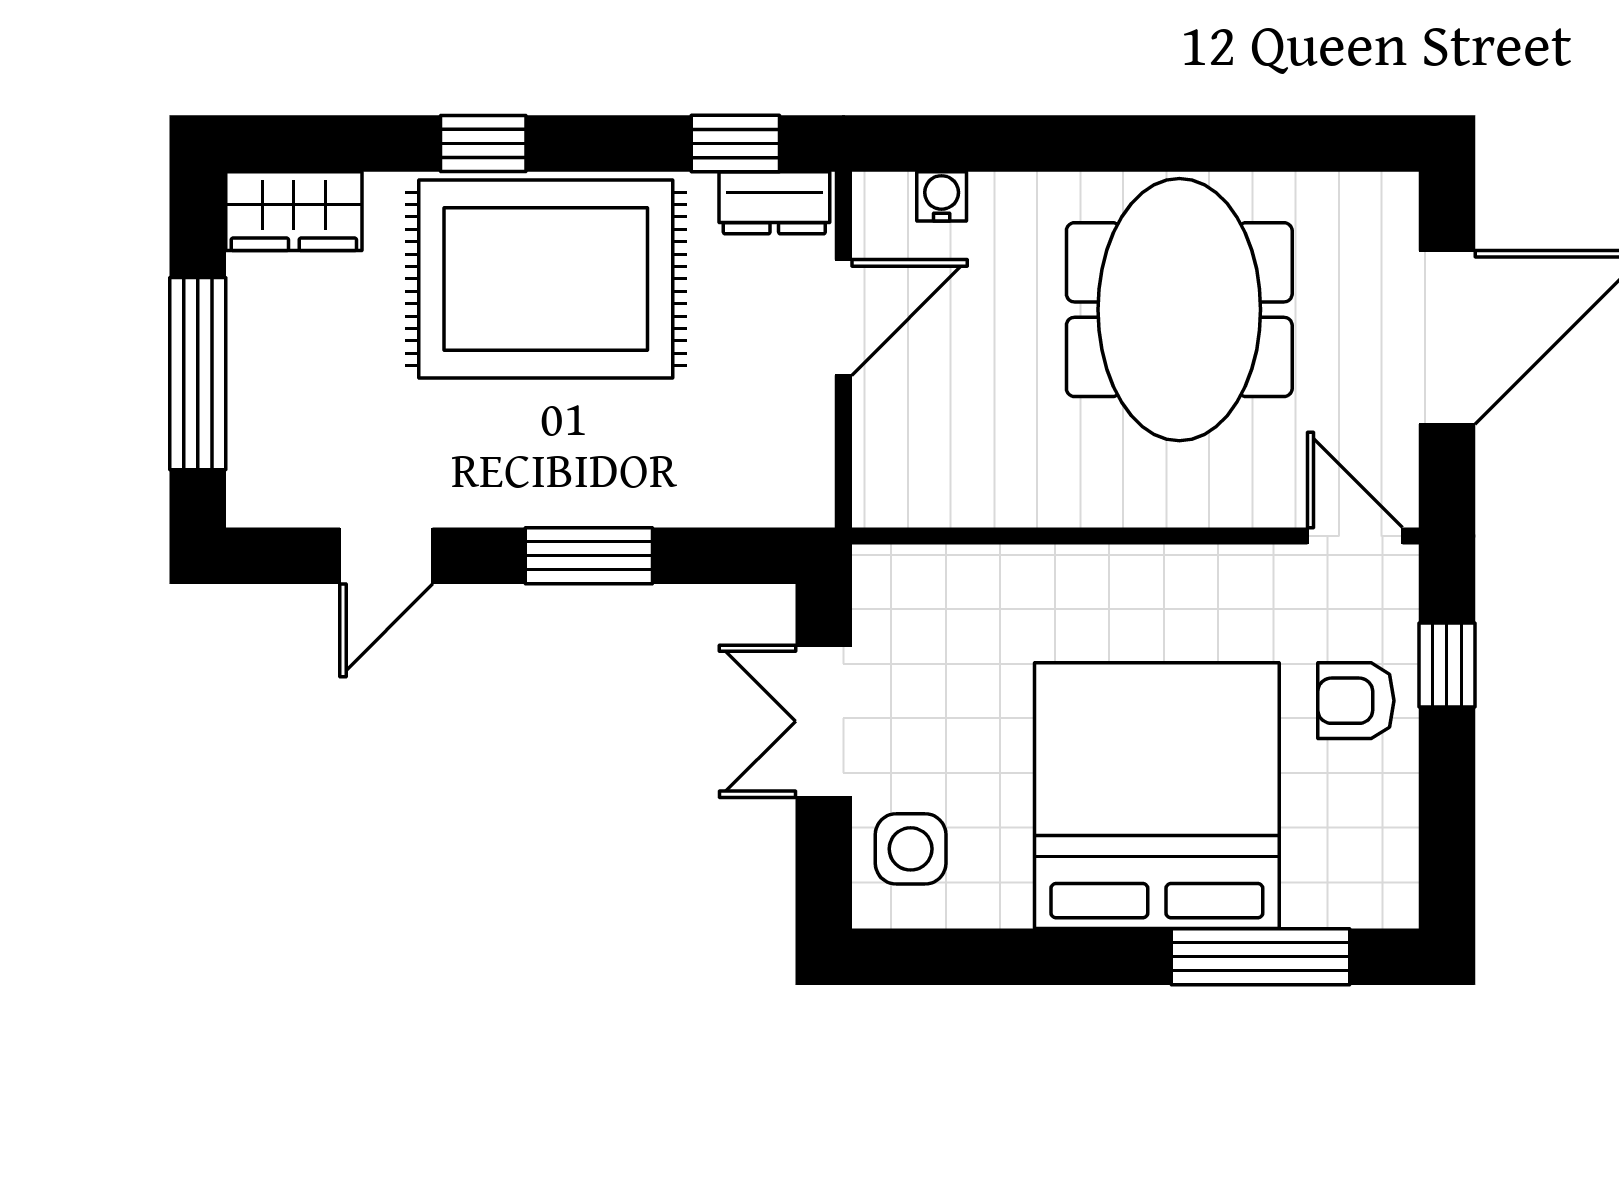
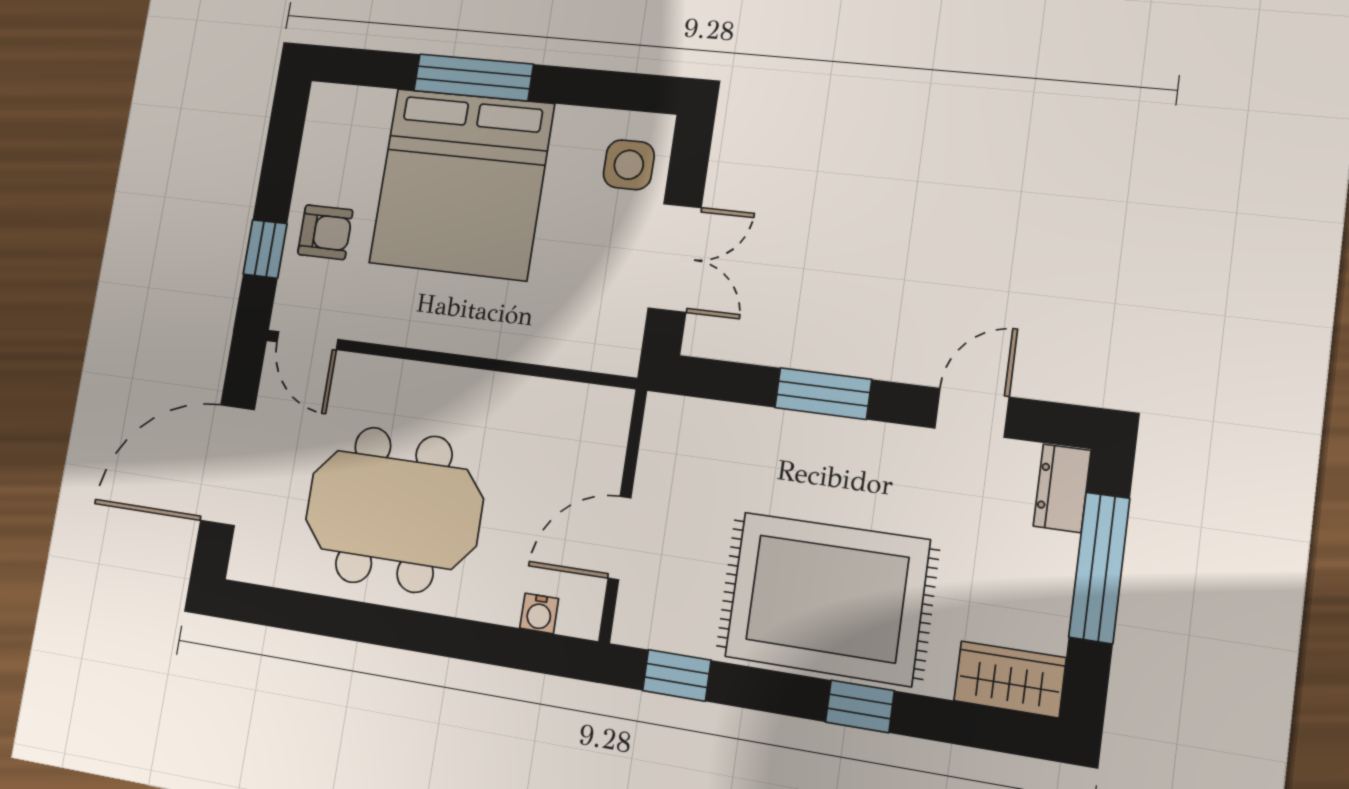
dresser: (774, 203) -> (1062, 488), moved, turned -90
meeting table: (1179, 310) -> (394, 509), turned 90
window: (1260, 957) -> (473, 77), moved

